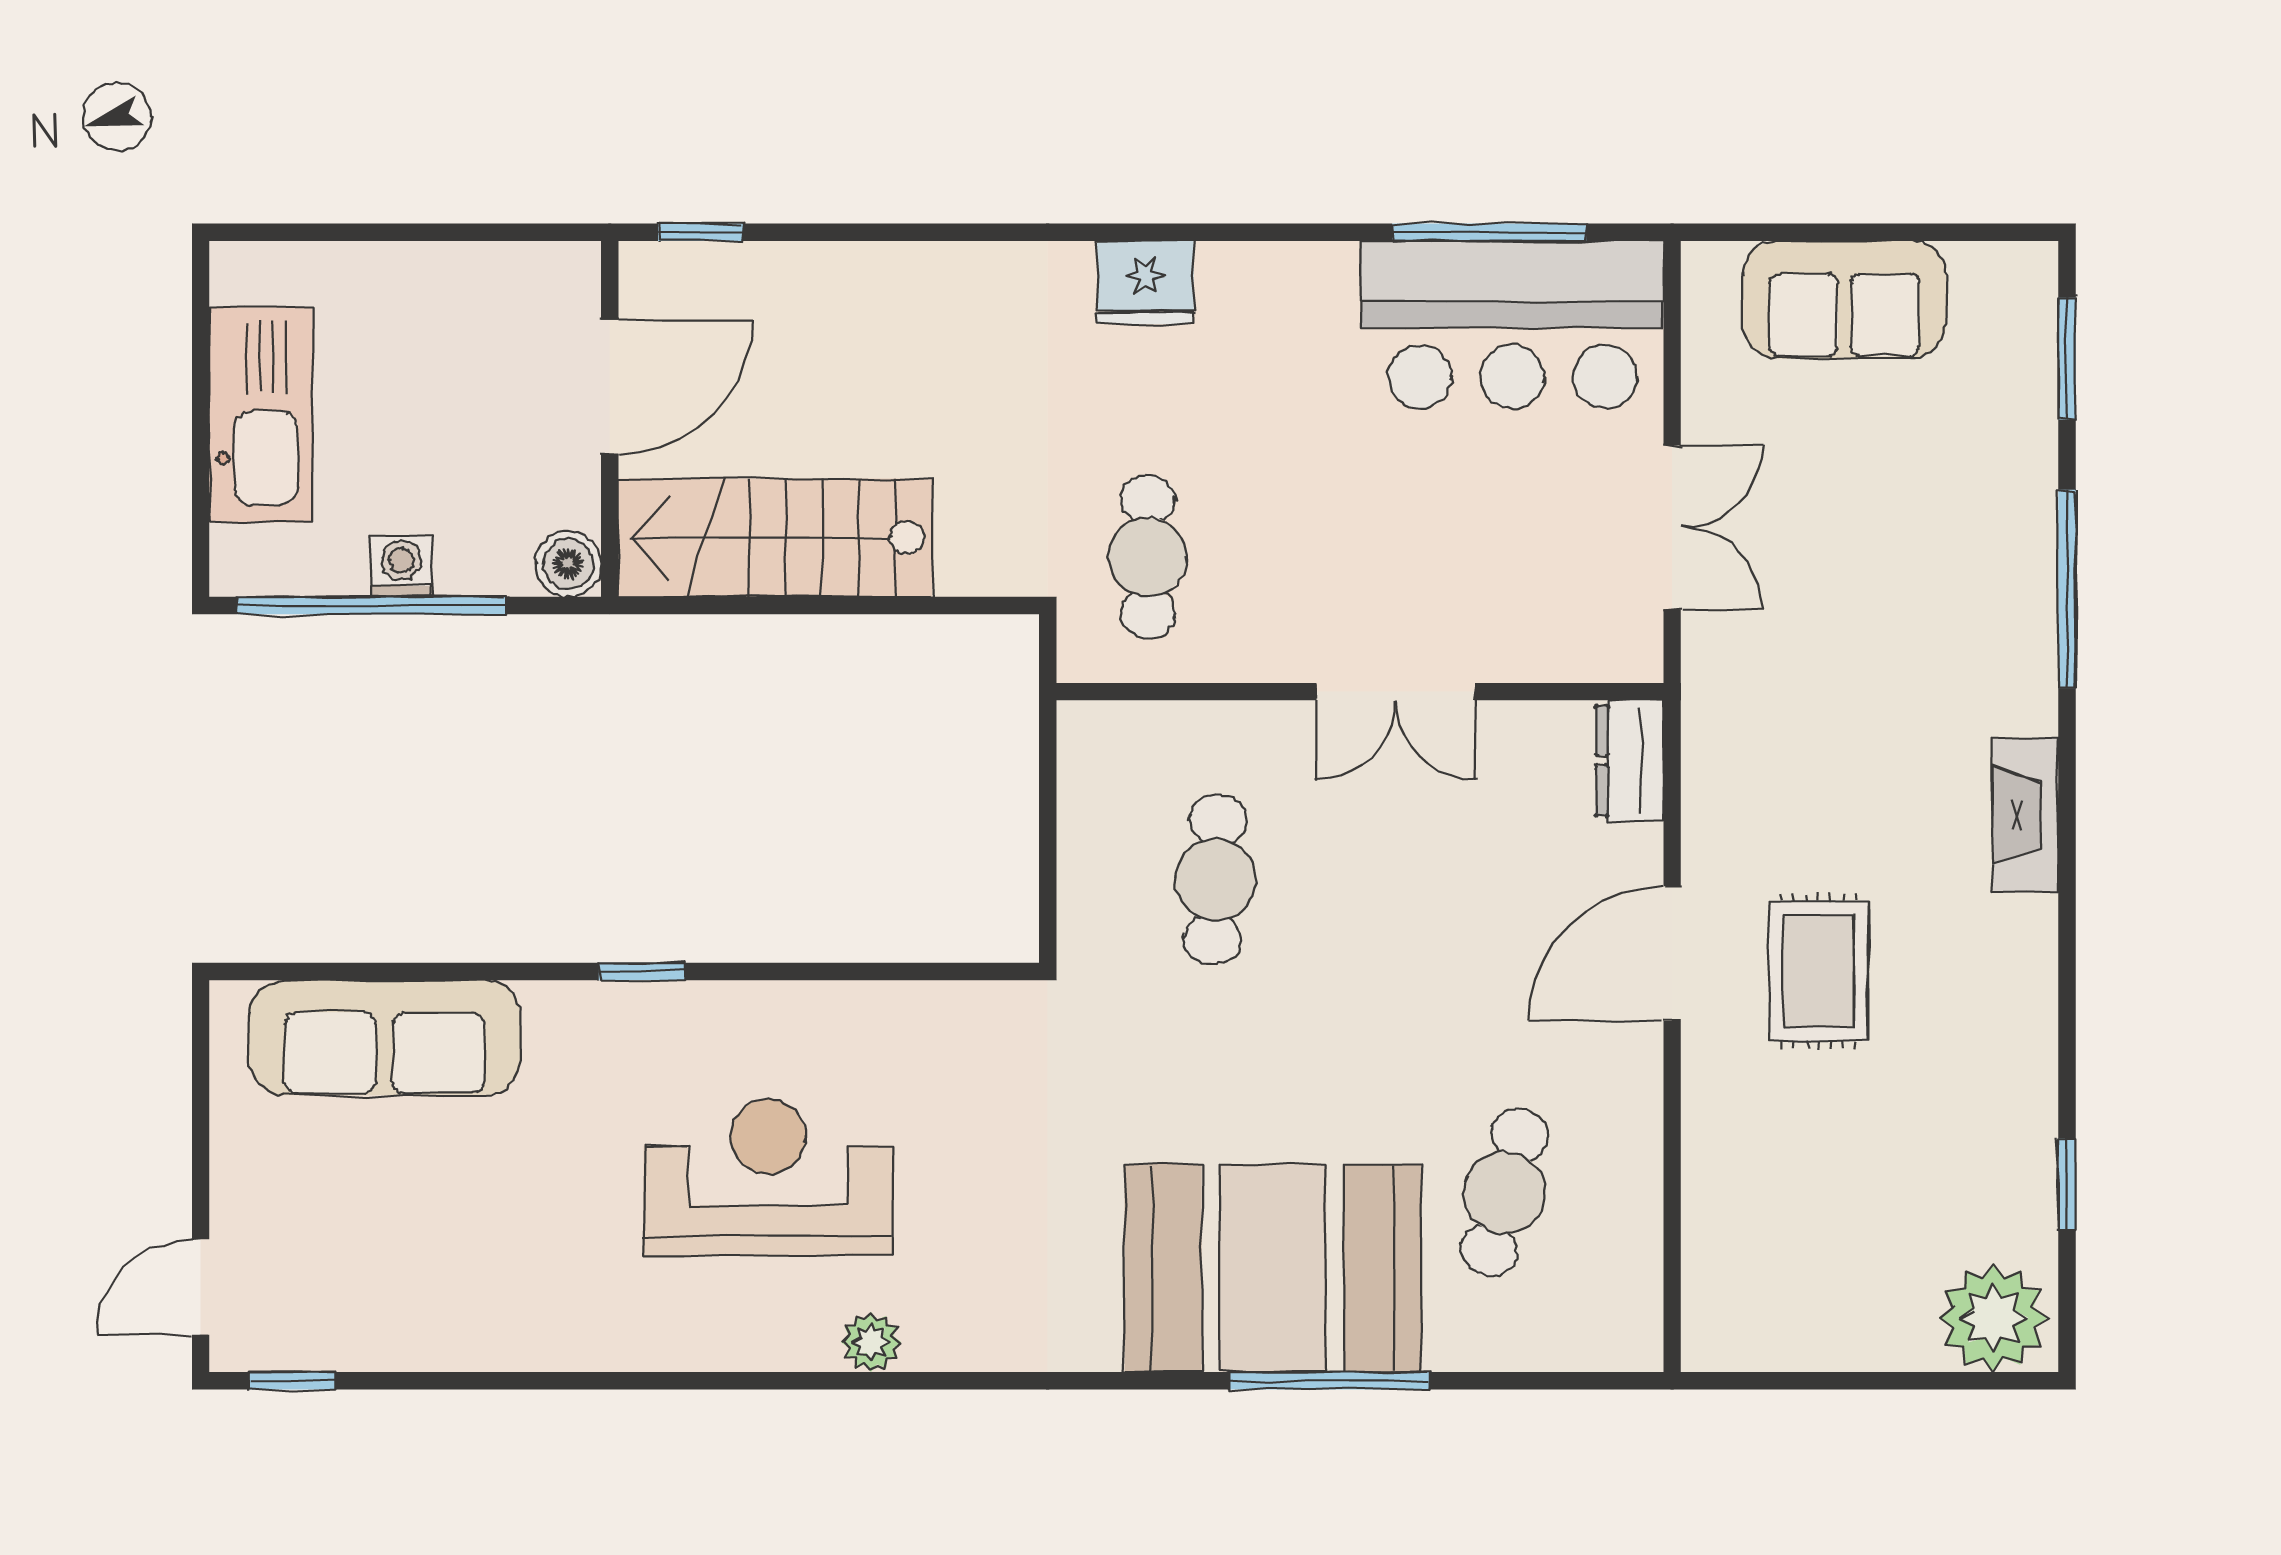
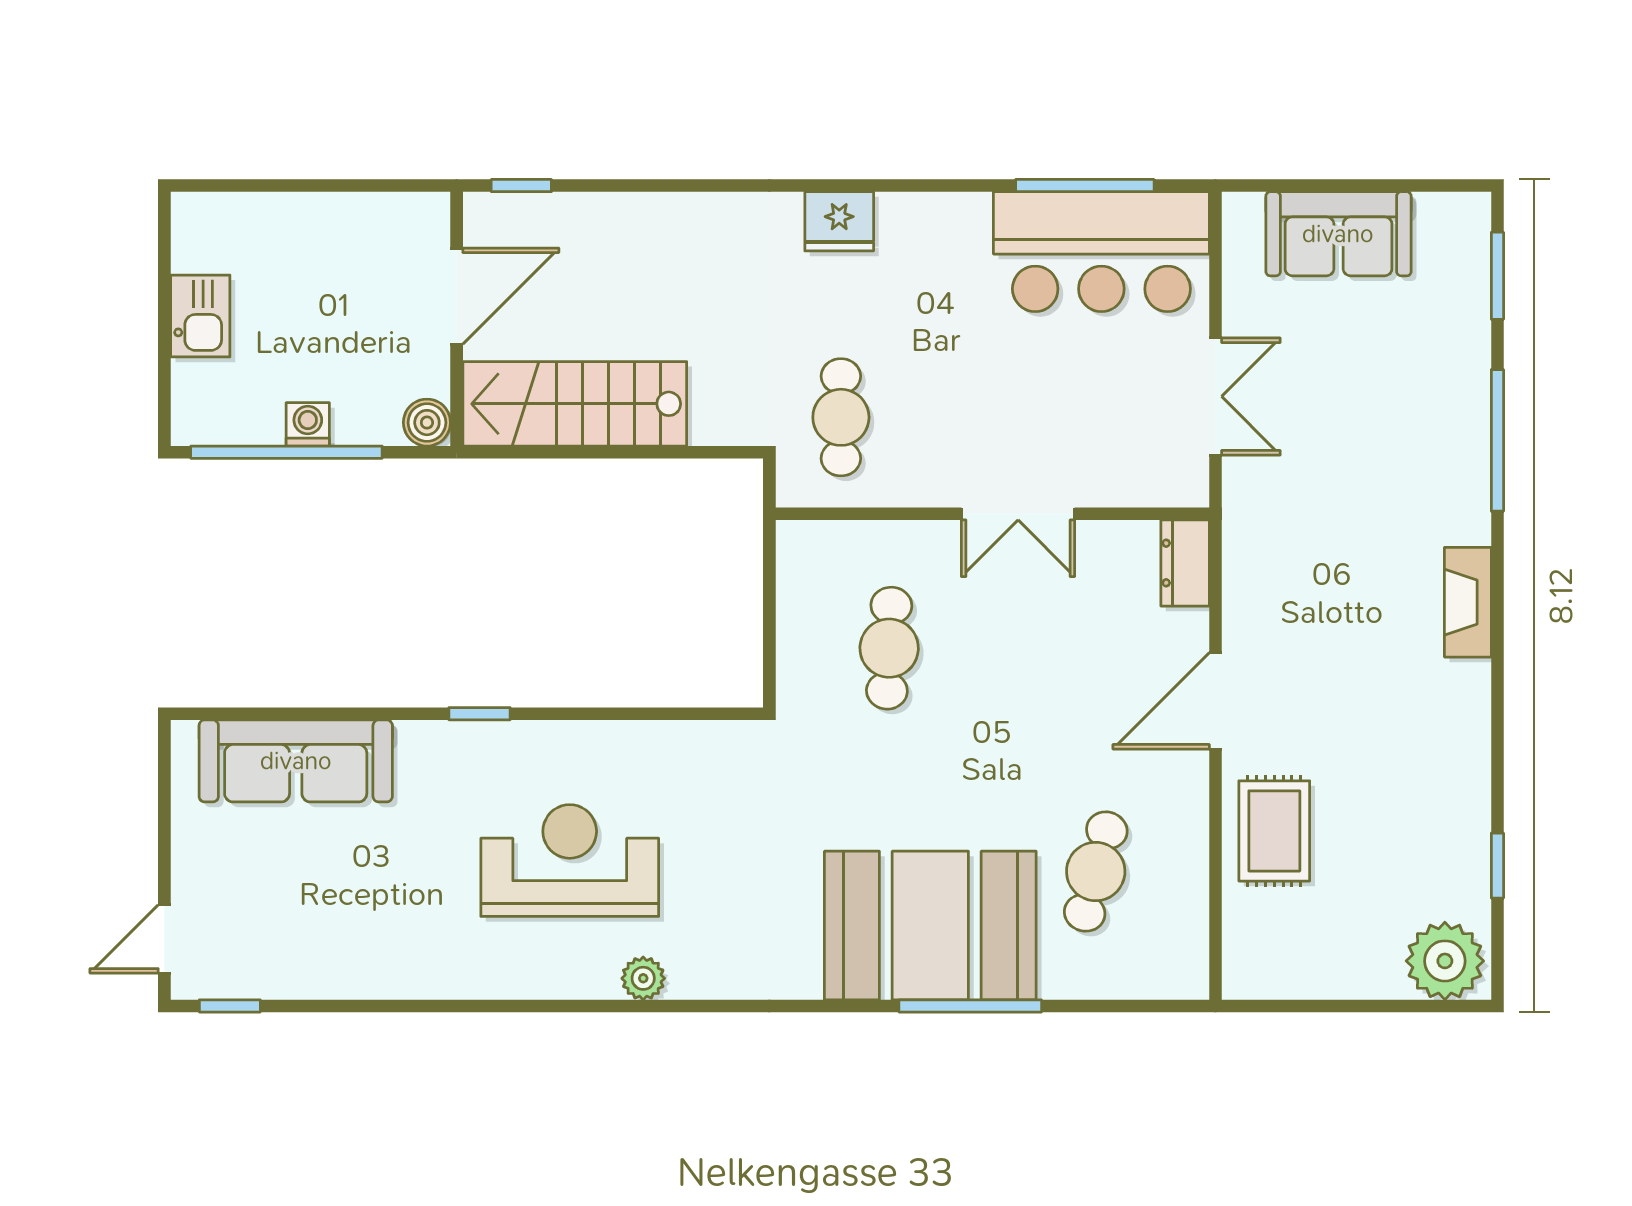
kitchen sink: (261, 415) -> (200, 316), width x0.53, depth x0.81
rug: (1818, 971) -> (1274, 831), moved

